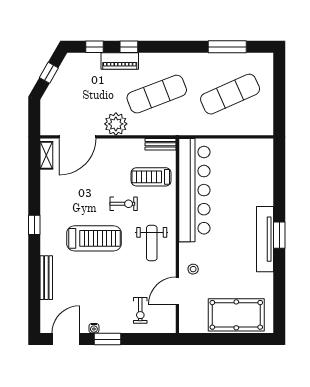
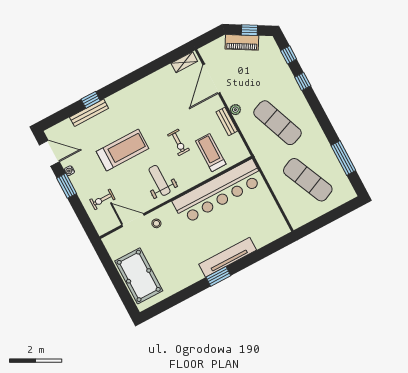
piano: (120, 61) -> (242, 42), moved, turned -60
plant: (116, 124) -> (235, 110), width x0.53, depth x0.53
door: (78, 137) -> (211, 79), hinge flipped
bench: (161, 144) -> (227, 121), moved
window: (34, 225) -> (91, 100), moved
treadmill: (94, 238) -> (122, 150), moved, turned -90
tv unit: (265, 239) -> (228, 257), moved
weight bench: (152, 243) -> (160, 180), turned 90

